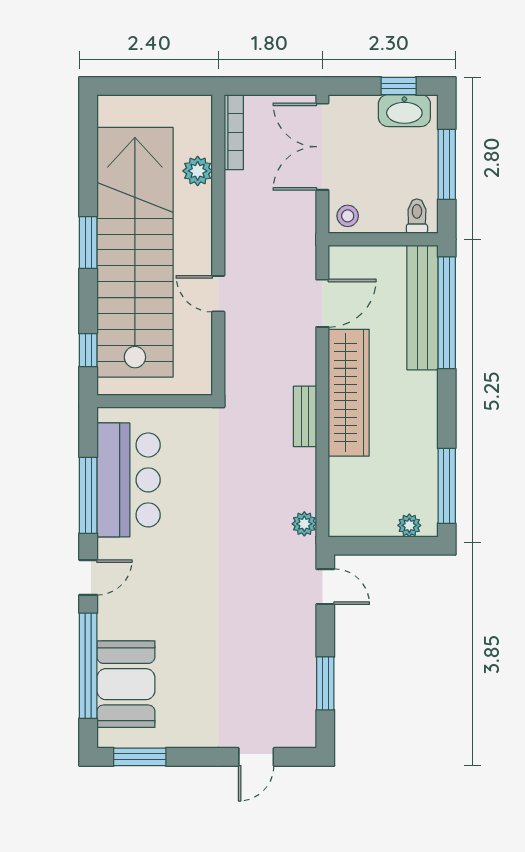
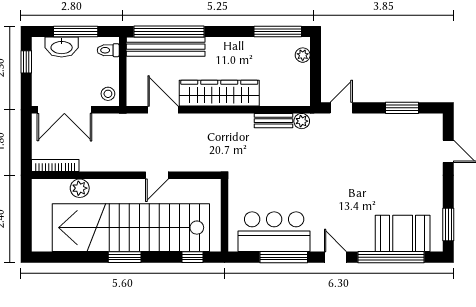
washbasin: (404, 111) -> (62, 47), moved, turned 90
bench: (305, 416) -> (273, 121), moved

